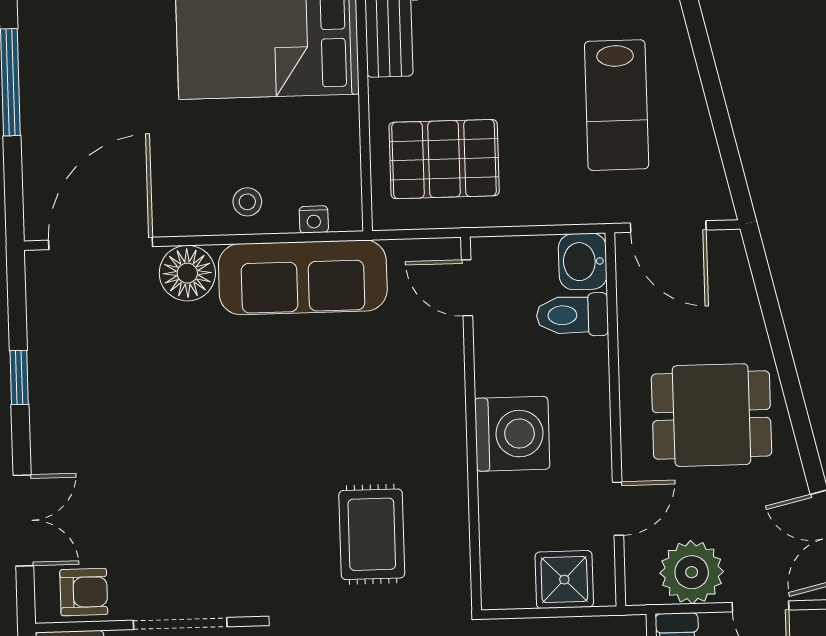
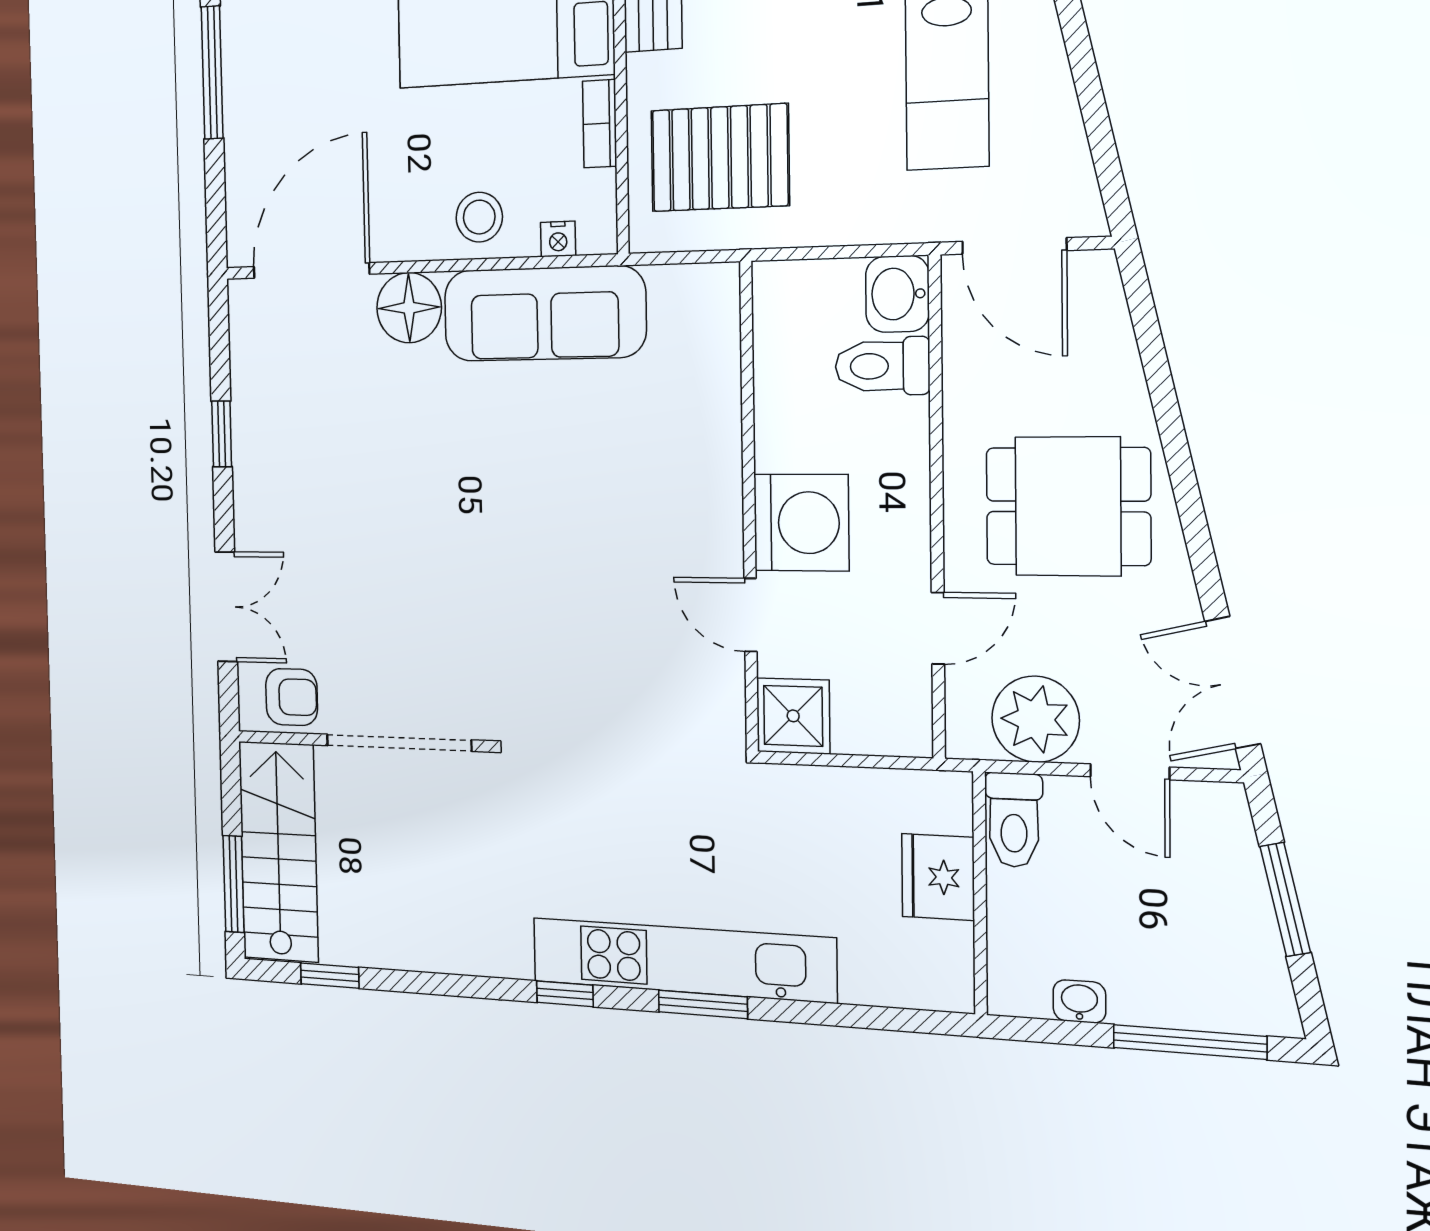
bookcase: (347, 131) -> (600, 124), added
stool: (247, 202) -> (479, 217), width x1.37, depth x1.37
door: (467, 288) -> (750, 615), moved
rug: (372, 534) -> (624, 645), removed
shower: (564, 580) -> (793, 716), moved
doorway: (180, 624) -> (399, 743), width x1.36

